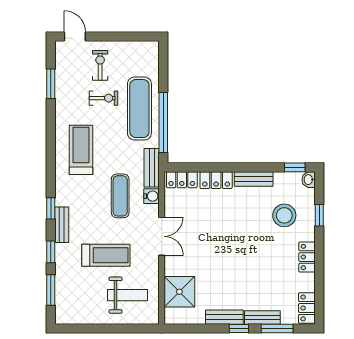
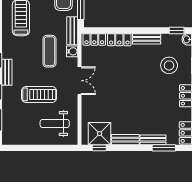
shower: (179, 292) -> (100, 134), moved
weight bench: (127, 295) -> (55, 124), turned 180
window: (239, 329) -> (99, 148), moved

